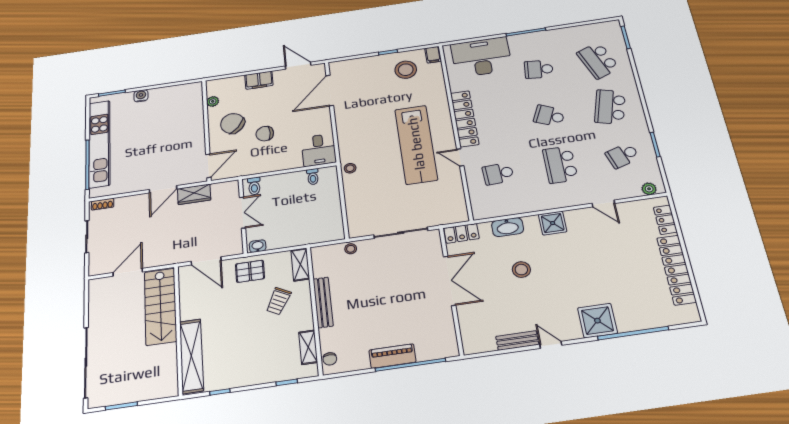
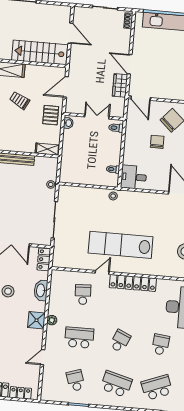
plant: (649, 189) -> (52, 320), moved
double door: (242, 213) -> (97, 117), swing flipped
trolley: (278, 301) -> (20, 100), moved

